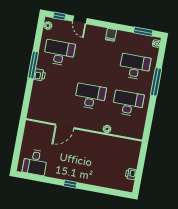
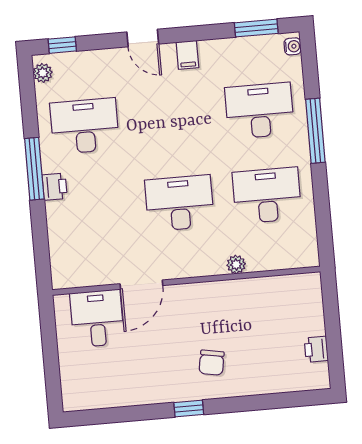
door: (80, 20) -> (143, 38), moved
desk: (35, 162) -> (97, 318), moved, turned 180
chair: (85, 167) -> (212, 363), added

